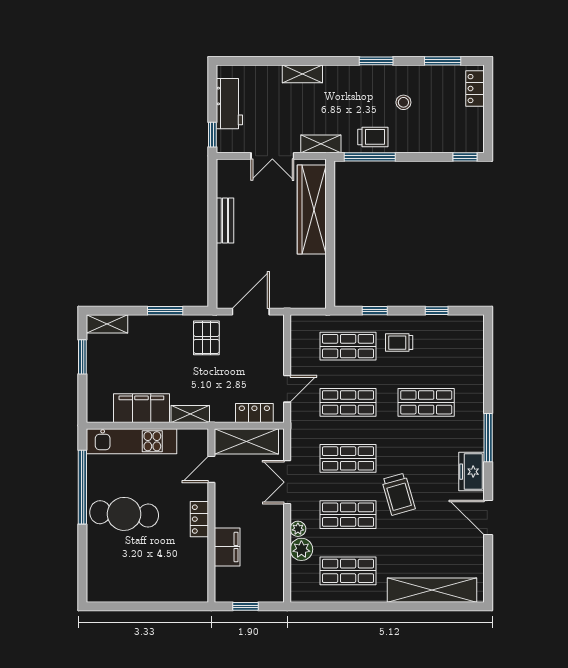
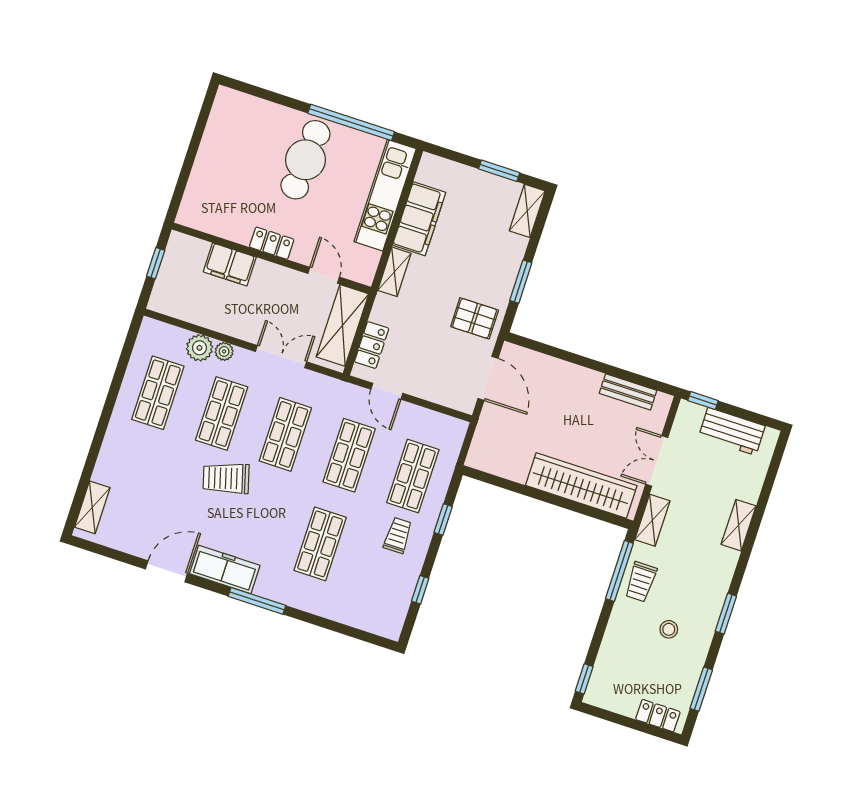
bench: (225, 220) -> (628, 392), moved
freezer: (471, 472) -> (225, 570), width x1.40
shelving: (432, 590) -> (92, 507), width x0.45, depth x0.75

